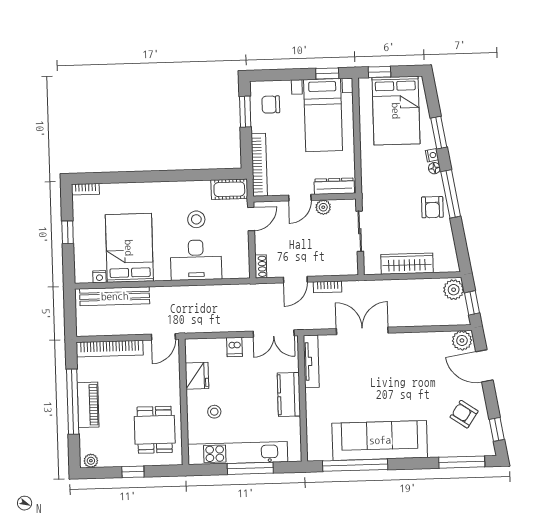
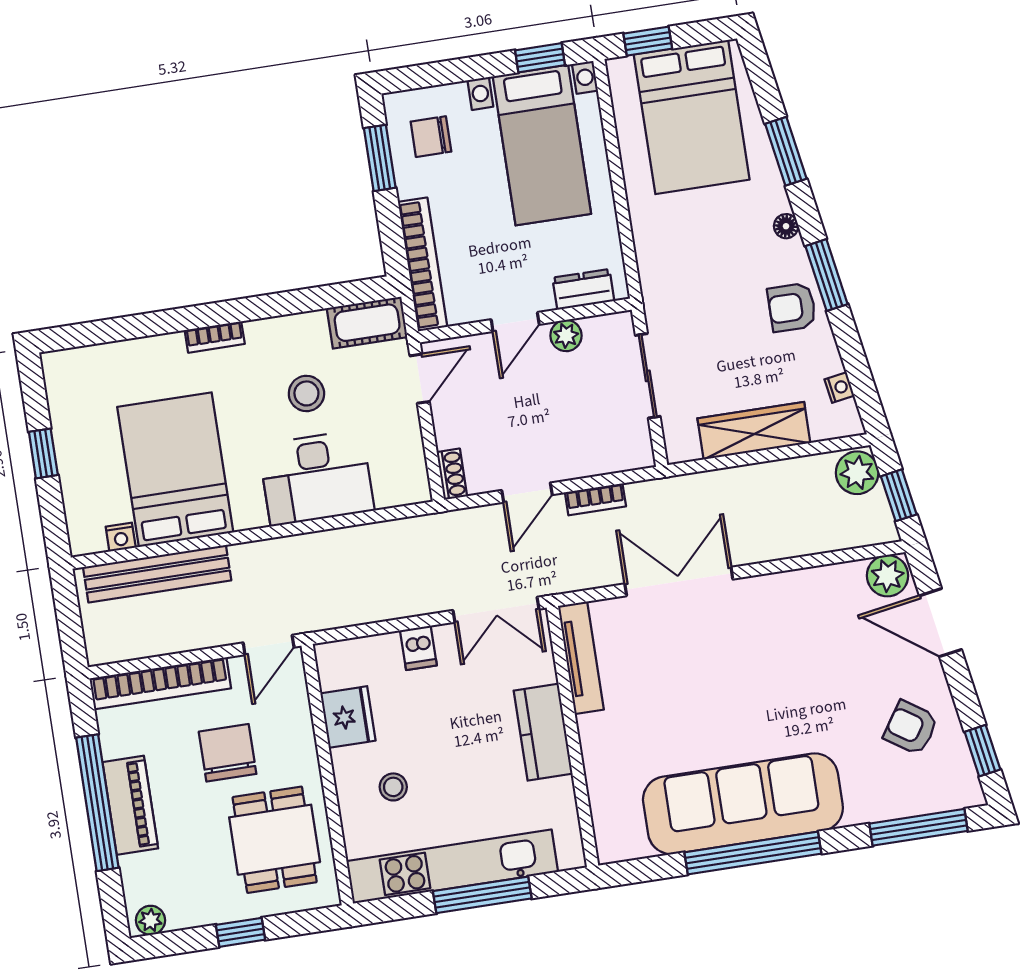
nightstand: (432, 155) -> (839, 387), moved
dresser: (334, 186) -> (583, 289), width x0.70
bookcase: (85, 189) -> (215, 337), moved
window: (451, 194) -> (826, 275), width x0.69
armchair: (432, 207) -> (792, 307), turned 90
chair: (137, 386) -> (228, 753), added
window: (355, 465) -> (753, 853), moved

